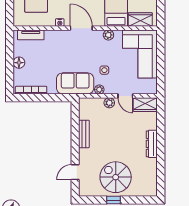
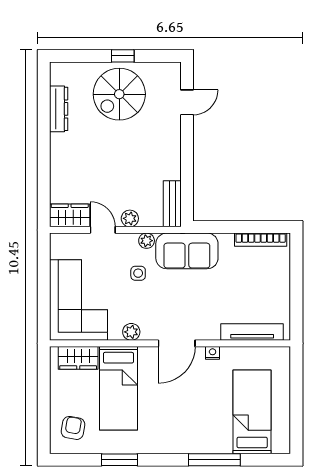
door: (81, 28) -> (177, 343), hinge flipped
tv unit: (31, 35) -> (252, 332), width x1.41
floor lamp: (19, 63) -> (281, 286), removed
bench: (84, 134) -> (172, 204), moved
dresser: (152, 144) -> (59, 109), moved
spiral stairs: (116, 177) -> (119, 94), turned 90

